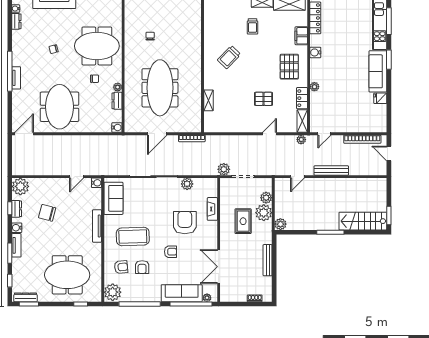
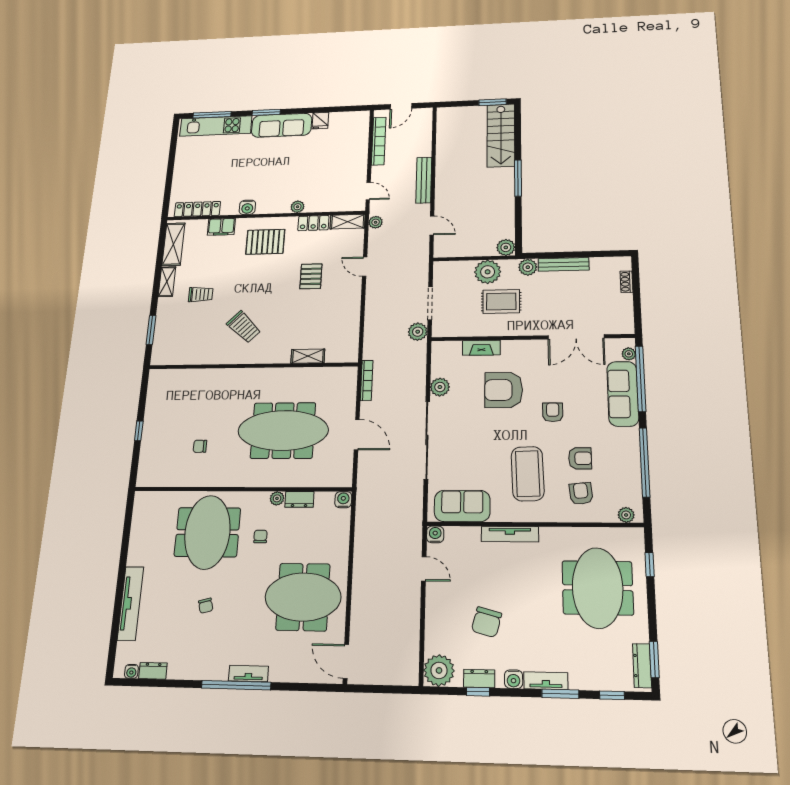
plant: (266, 198) -> (528, 267), moved
plant: (113, 292) -> (626, 515), width x0.53, depth x0.53

